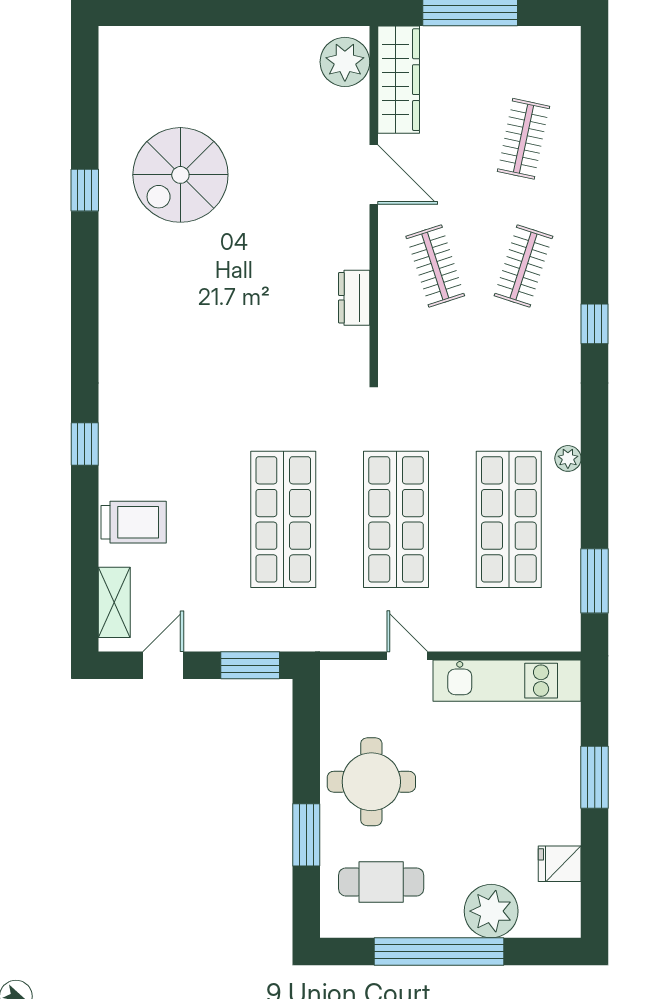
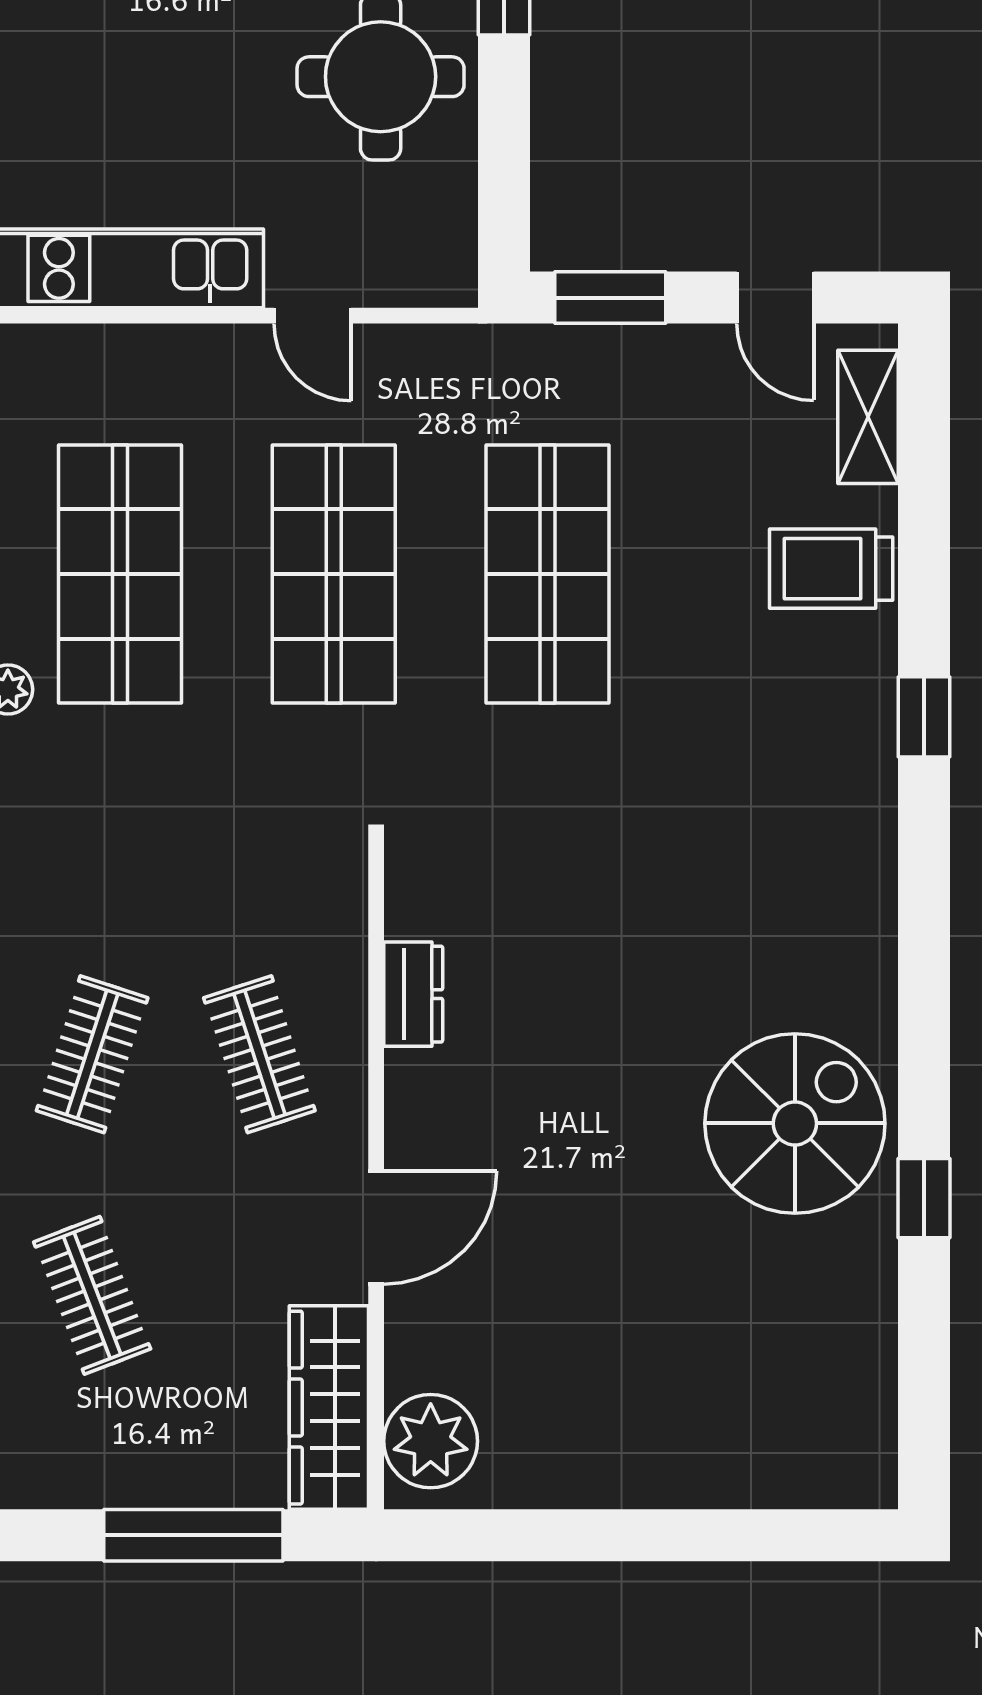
clothes rail: (524, 139) -> (92, 1295), turned -33
spiral stairs: (180, 175) -> (795, 1123), moved
door: (374, 175) -> (376, 1227), swing flipped
door: (163, 665) -> (775, 298), hinge flipped

